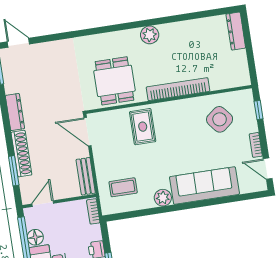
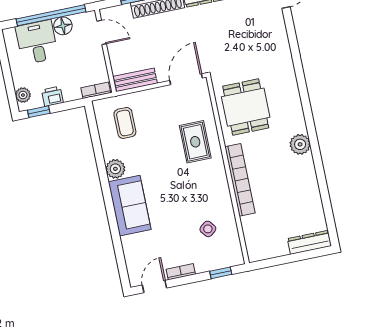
dining table: (115, 81) -> (246, 107), turned 90
side table: (220, 119) -> (208, 229), width x0.54, depth x0.54
rug: (143, 127) -> (195, 142), turned 90
sofa: (204, 186) -> (130, 206), width x0.73

